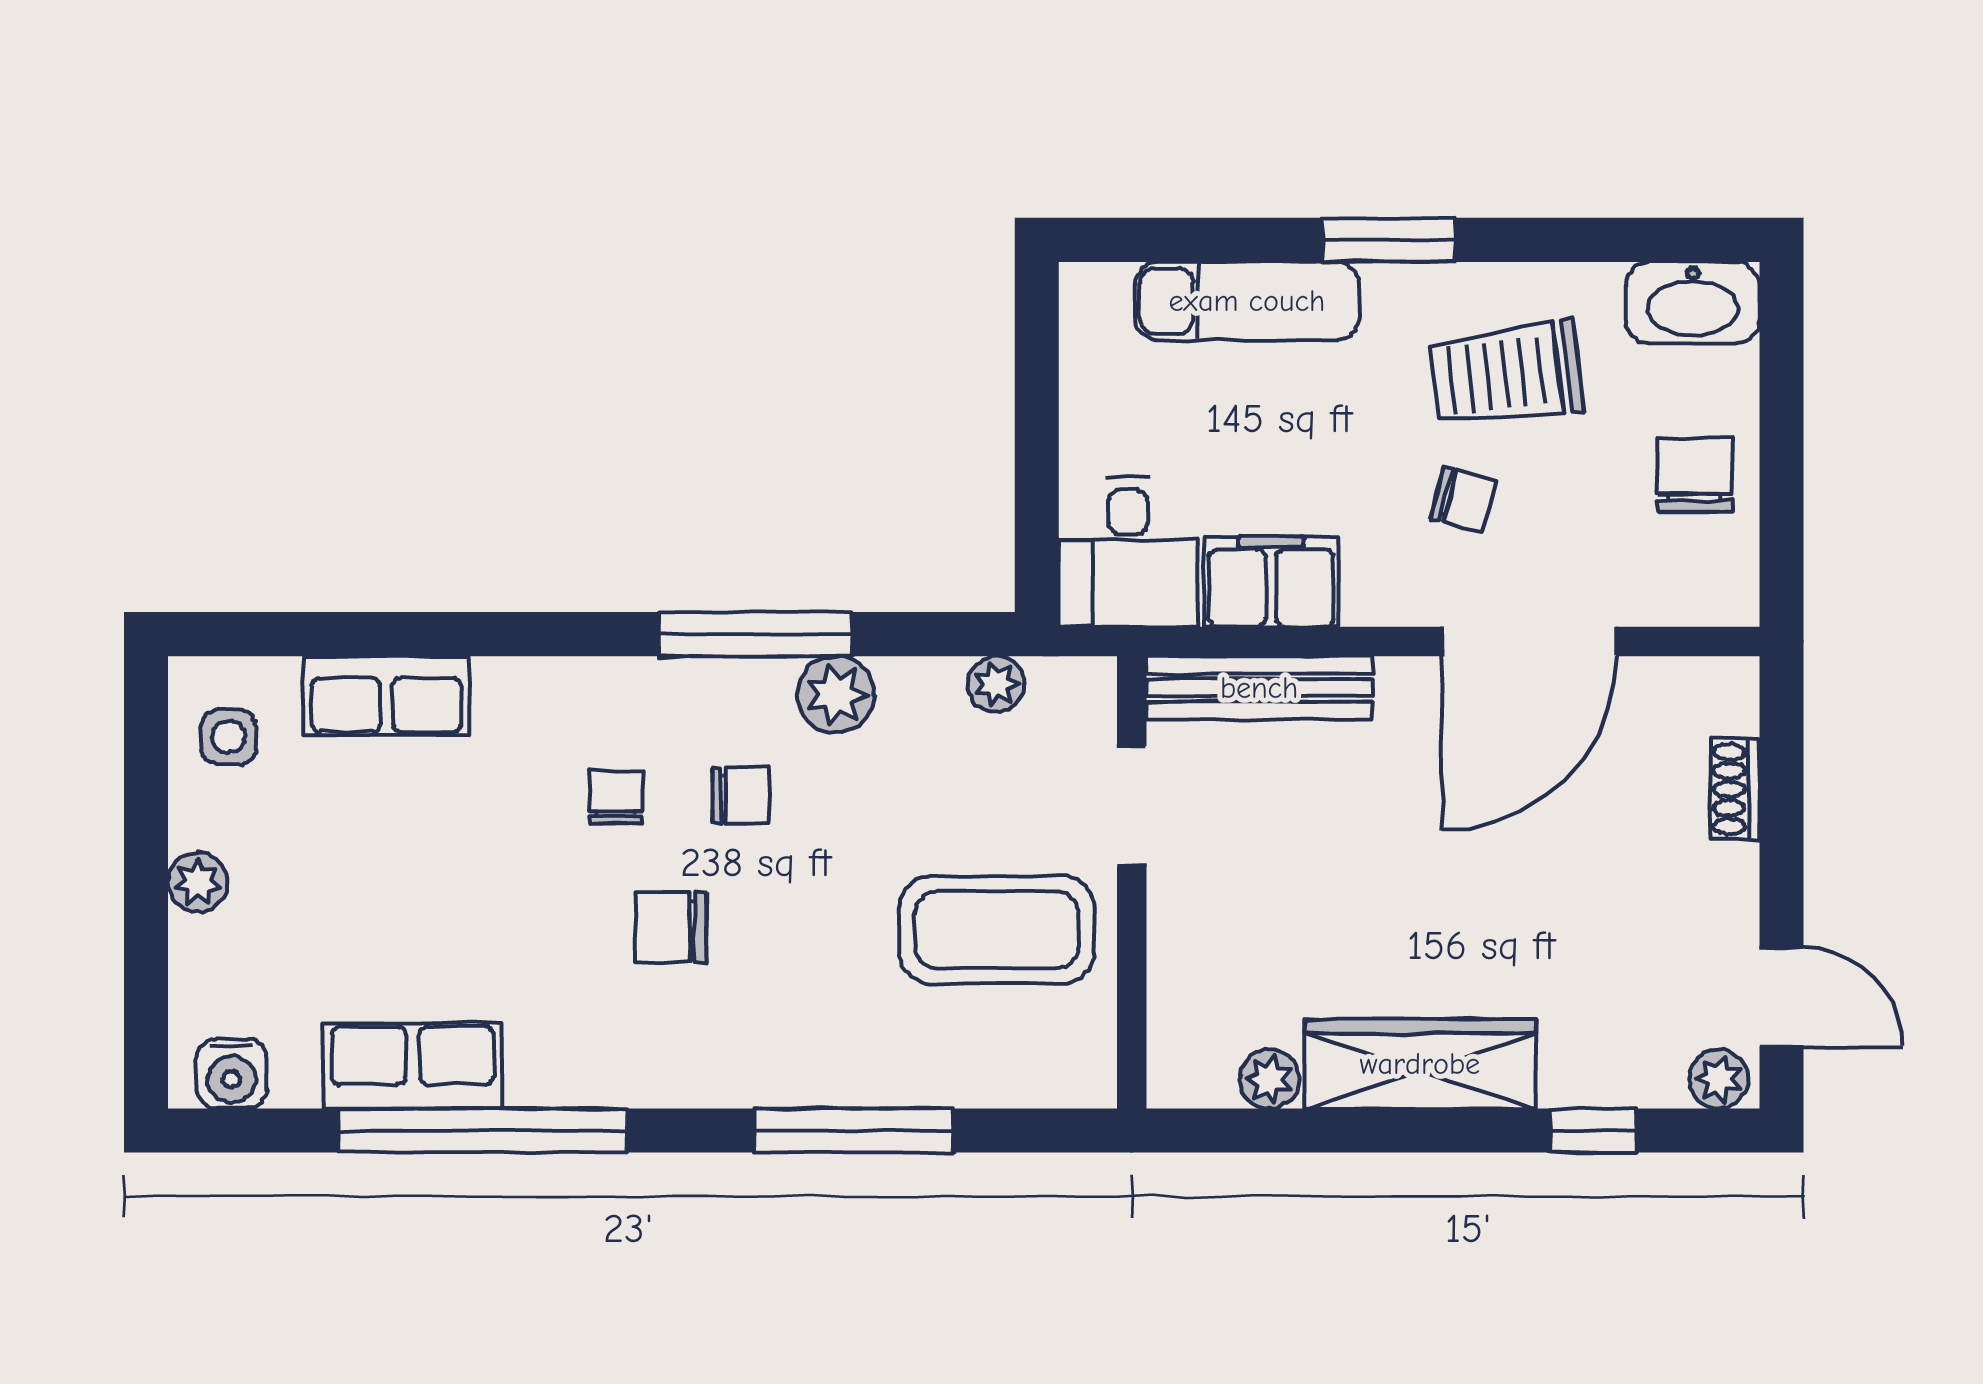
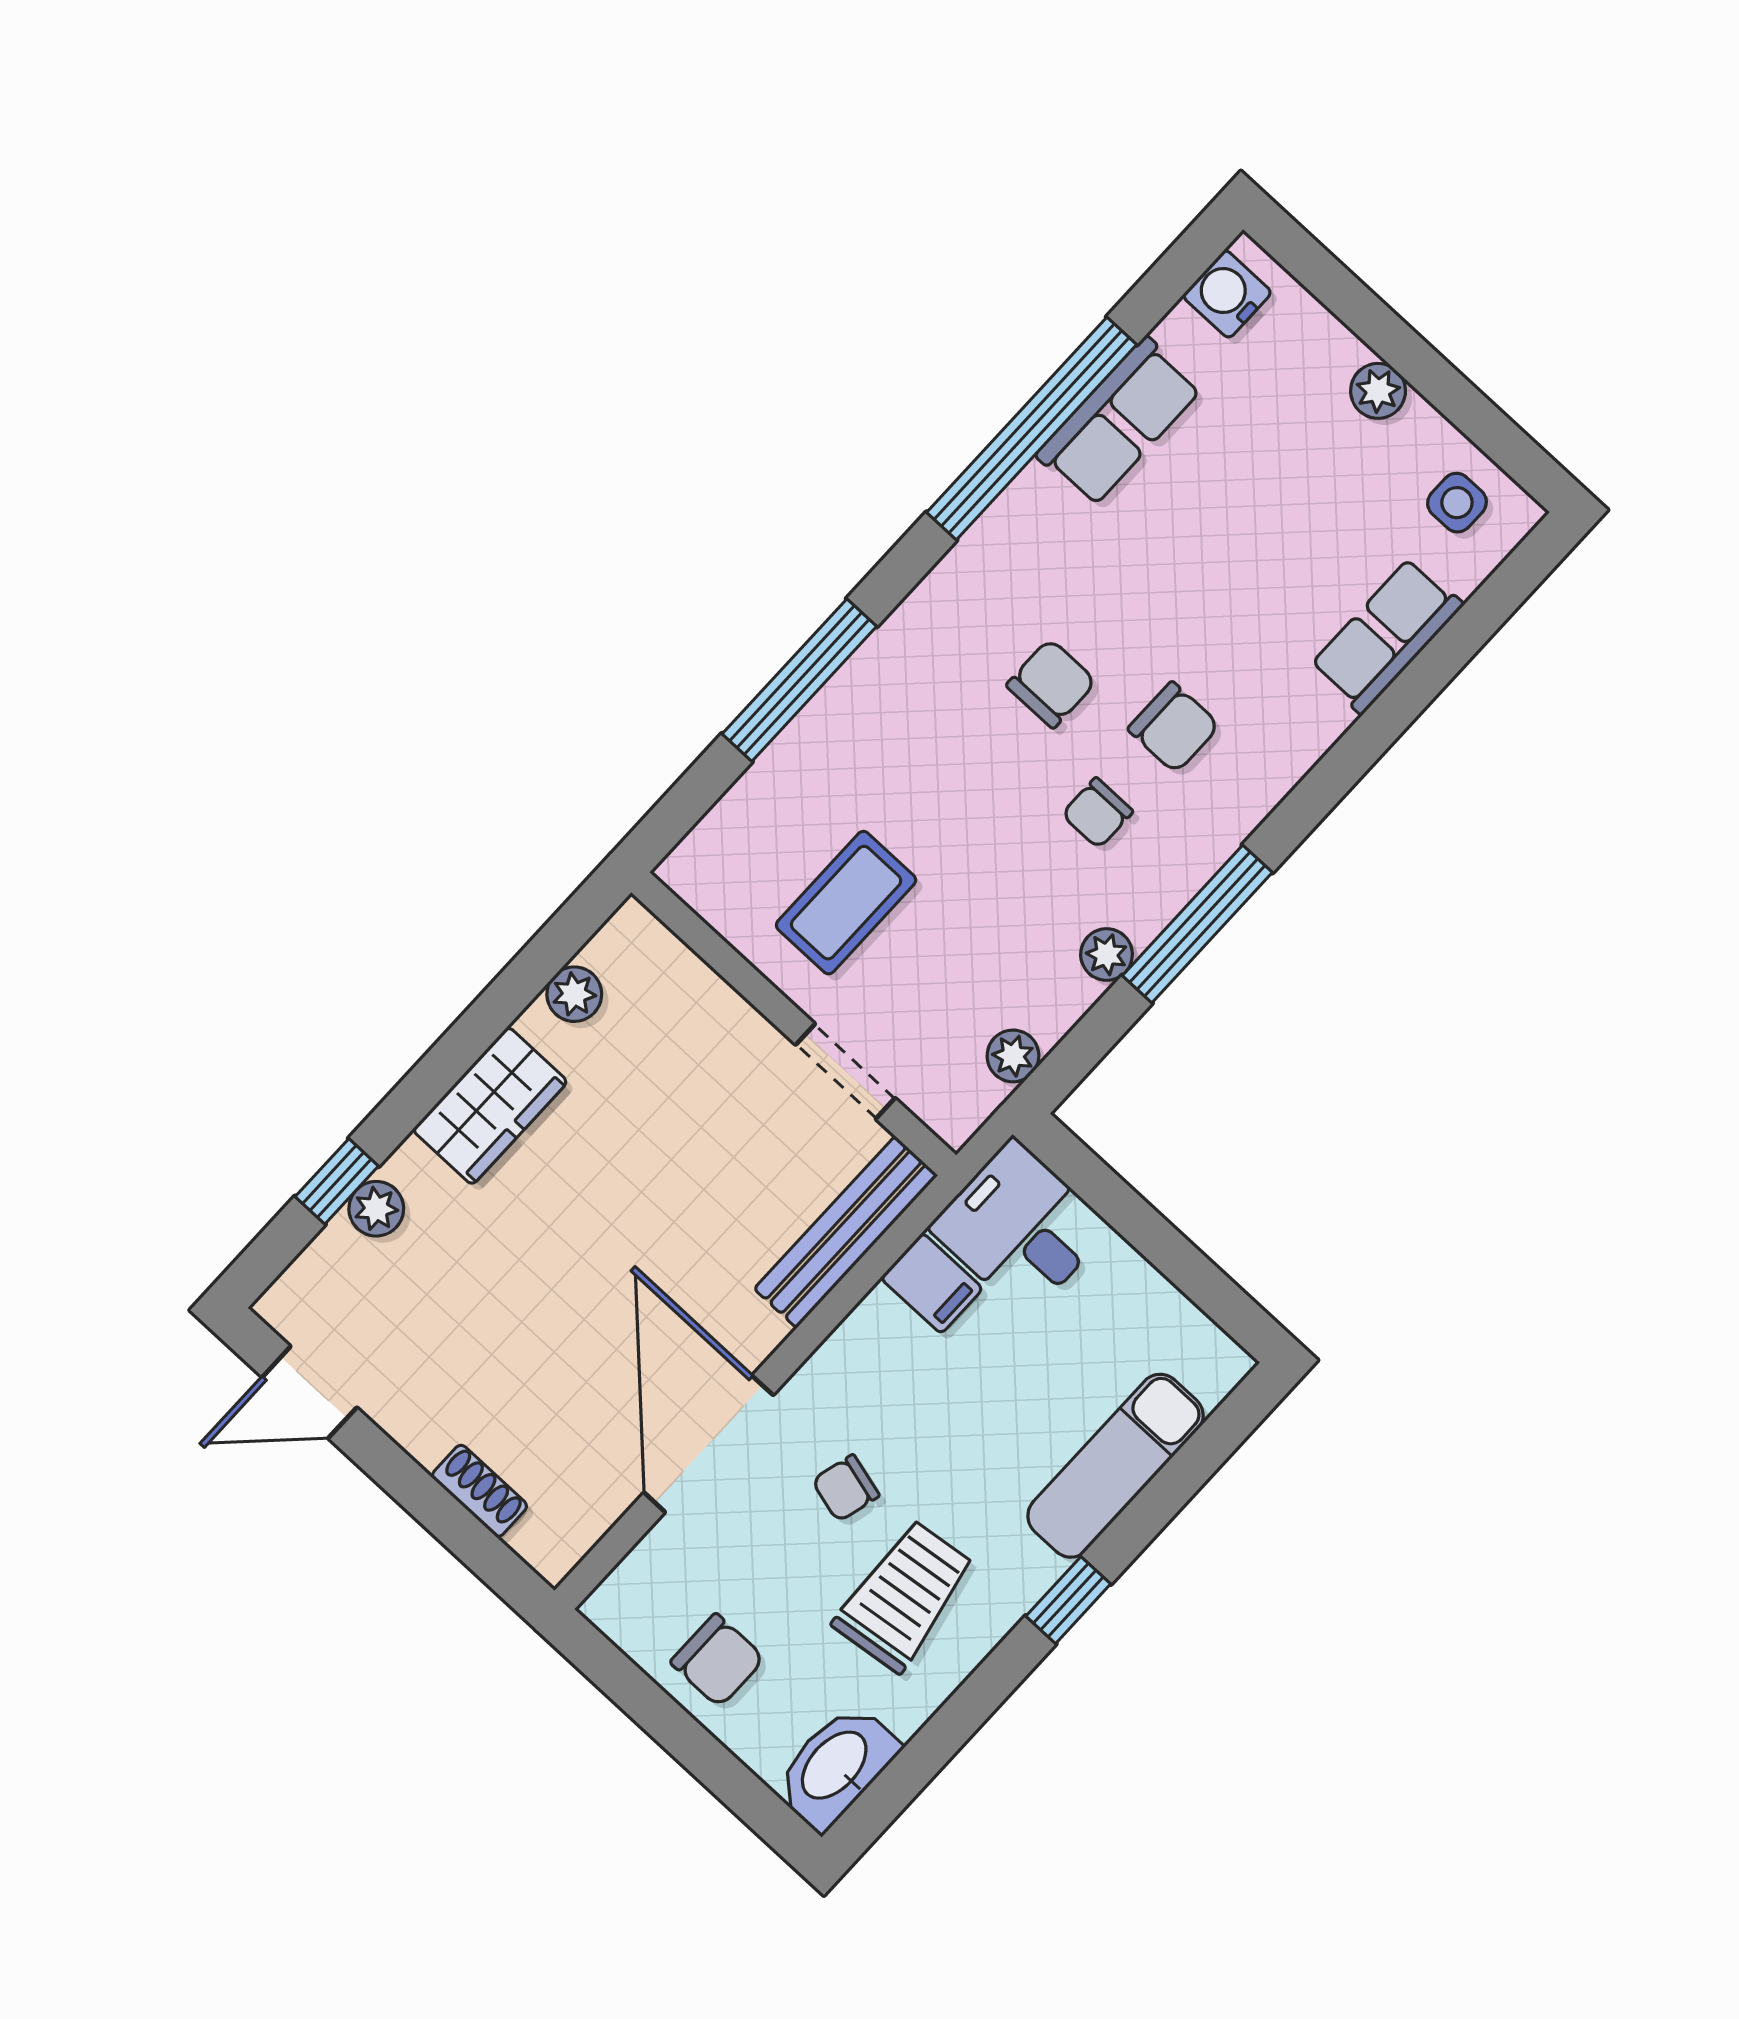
window: (1389, 240) -> (1068, 1600), width x0.67
filing cabinet: (1271, 582) -> (932, 1283), width x0.50
plant: (836, 695) -> (1107, 955), width x0.73, depth x0.73
chair: (616, 798) -> (1174, 727), width x1.37, depth x1.37
coffee table: (997, 930) -> (846, 903), width x0.73, depth x0.76
wardrobe: (1420, 1064) -> (490, 1106), width x0.67
plant: (1719, 1079) -> (376, 1209), moved

